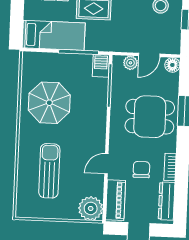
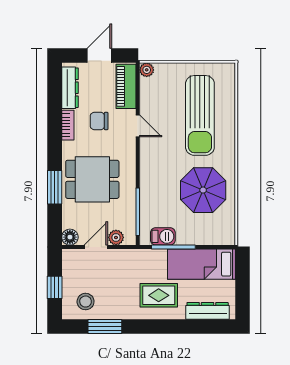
barbecue: (101, 66) -> (163, 236), moved, turned -90
door: (106, 164) -> (138, 126), hinge flipped
chair: (141, 170) -> (99, 121), turned 90
sun lounger: (49, 171) -> (200, 115), width x1.36, depth x1.34
plant: (91, 208) -> (147, 70), width x0.53, depth x0.53

